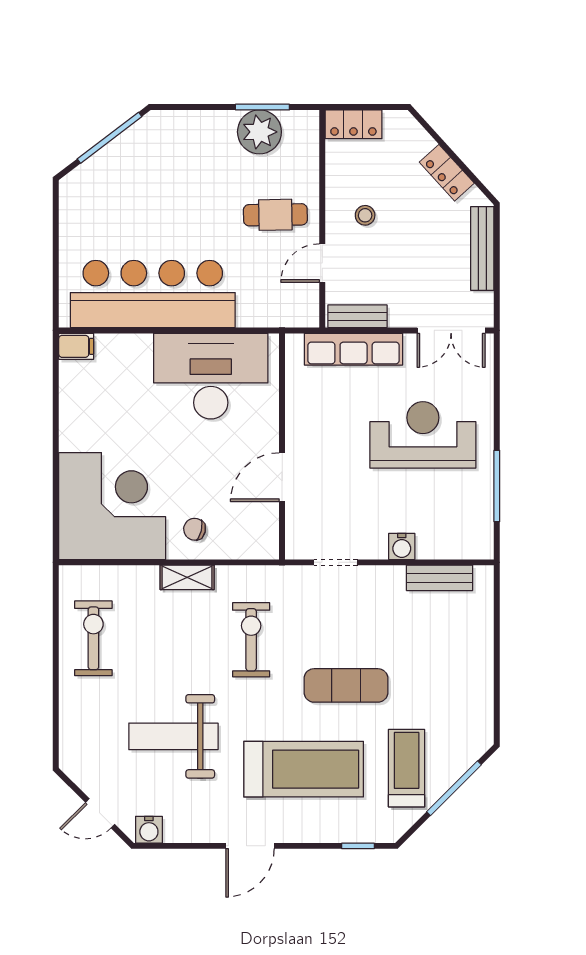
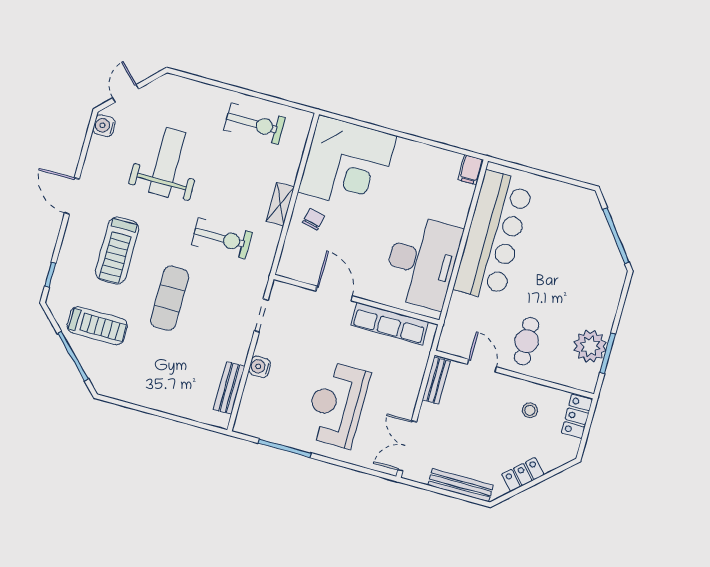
stool: (365, 215) -> (530, 410), moved
row of seats: (354, 349) -> (390, 323), moved, turned -90
reception desk: (423, 435) -> (337, 405), turned 180
treadmill: (304, 769) -> (117, 251), width x0.73, depth x0.73

